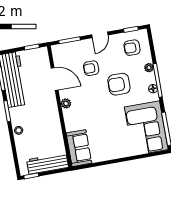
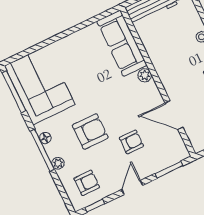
plant: (66, 103) -> (145, 75), moved
sofa: (79, 148) -> (122, 43), width x1.36

